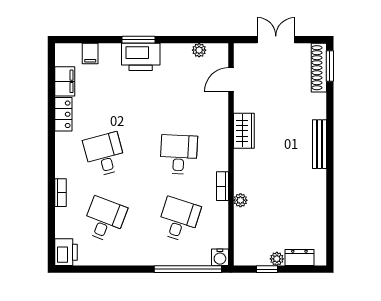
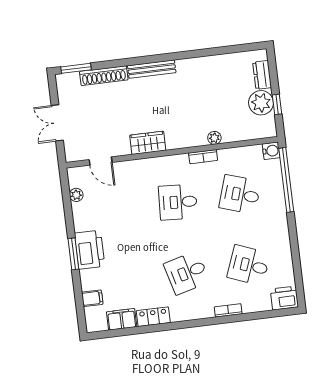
shoe rack: (319, 68) -> (104, 76), moved
plant: (277, 259) -> (261, 103), width x1.88, depth x1.88

